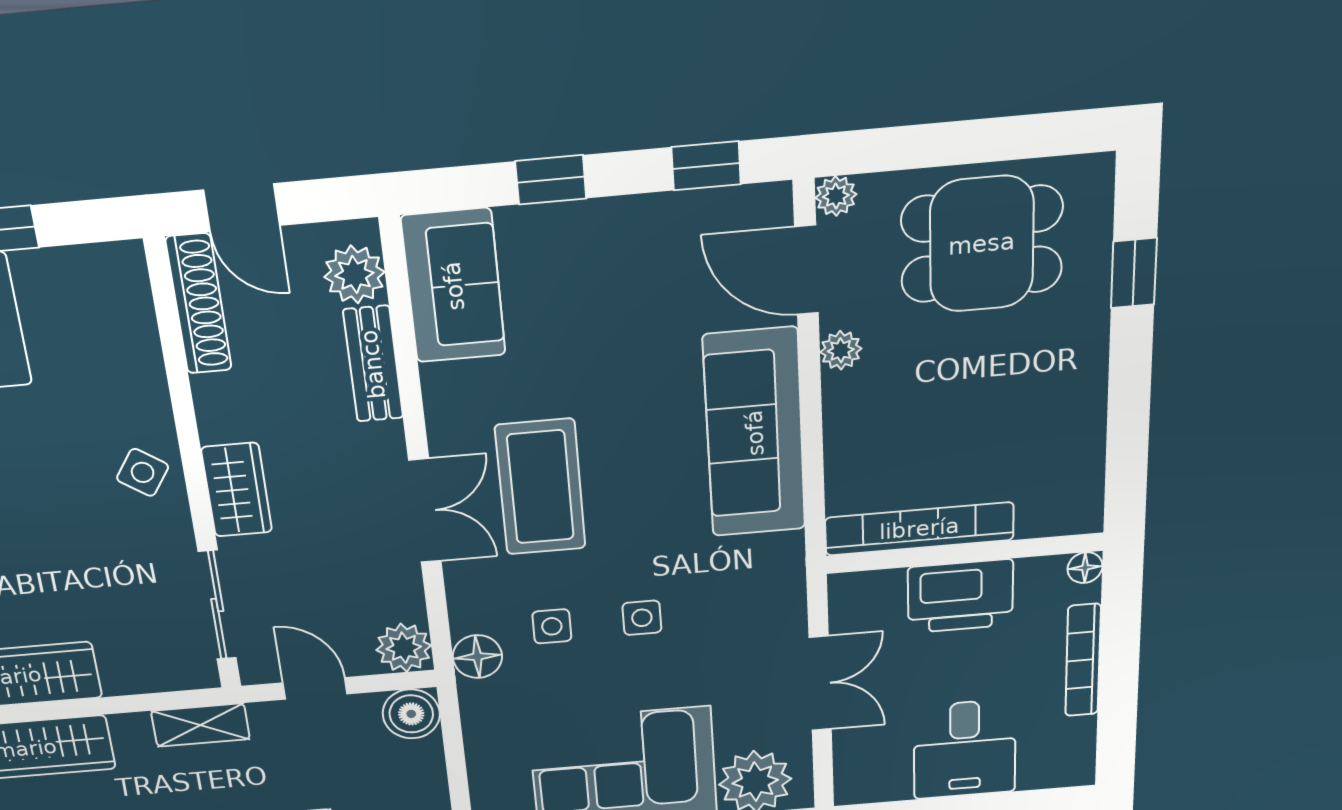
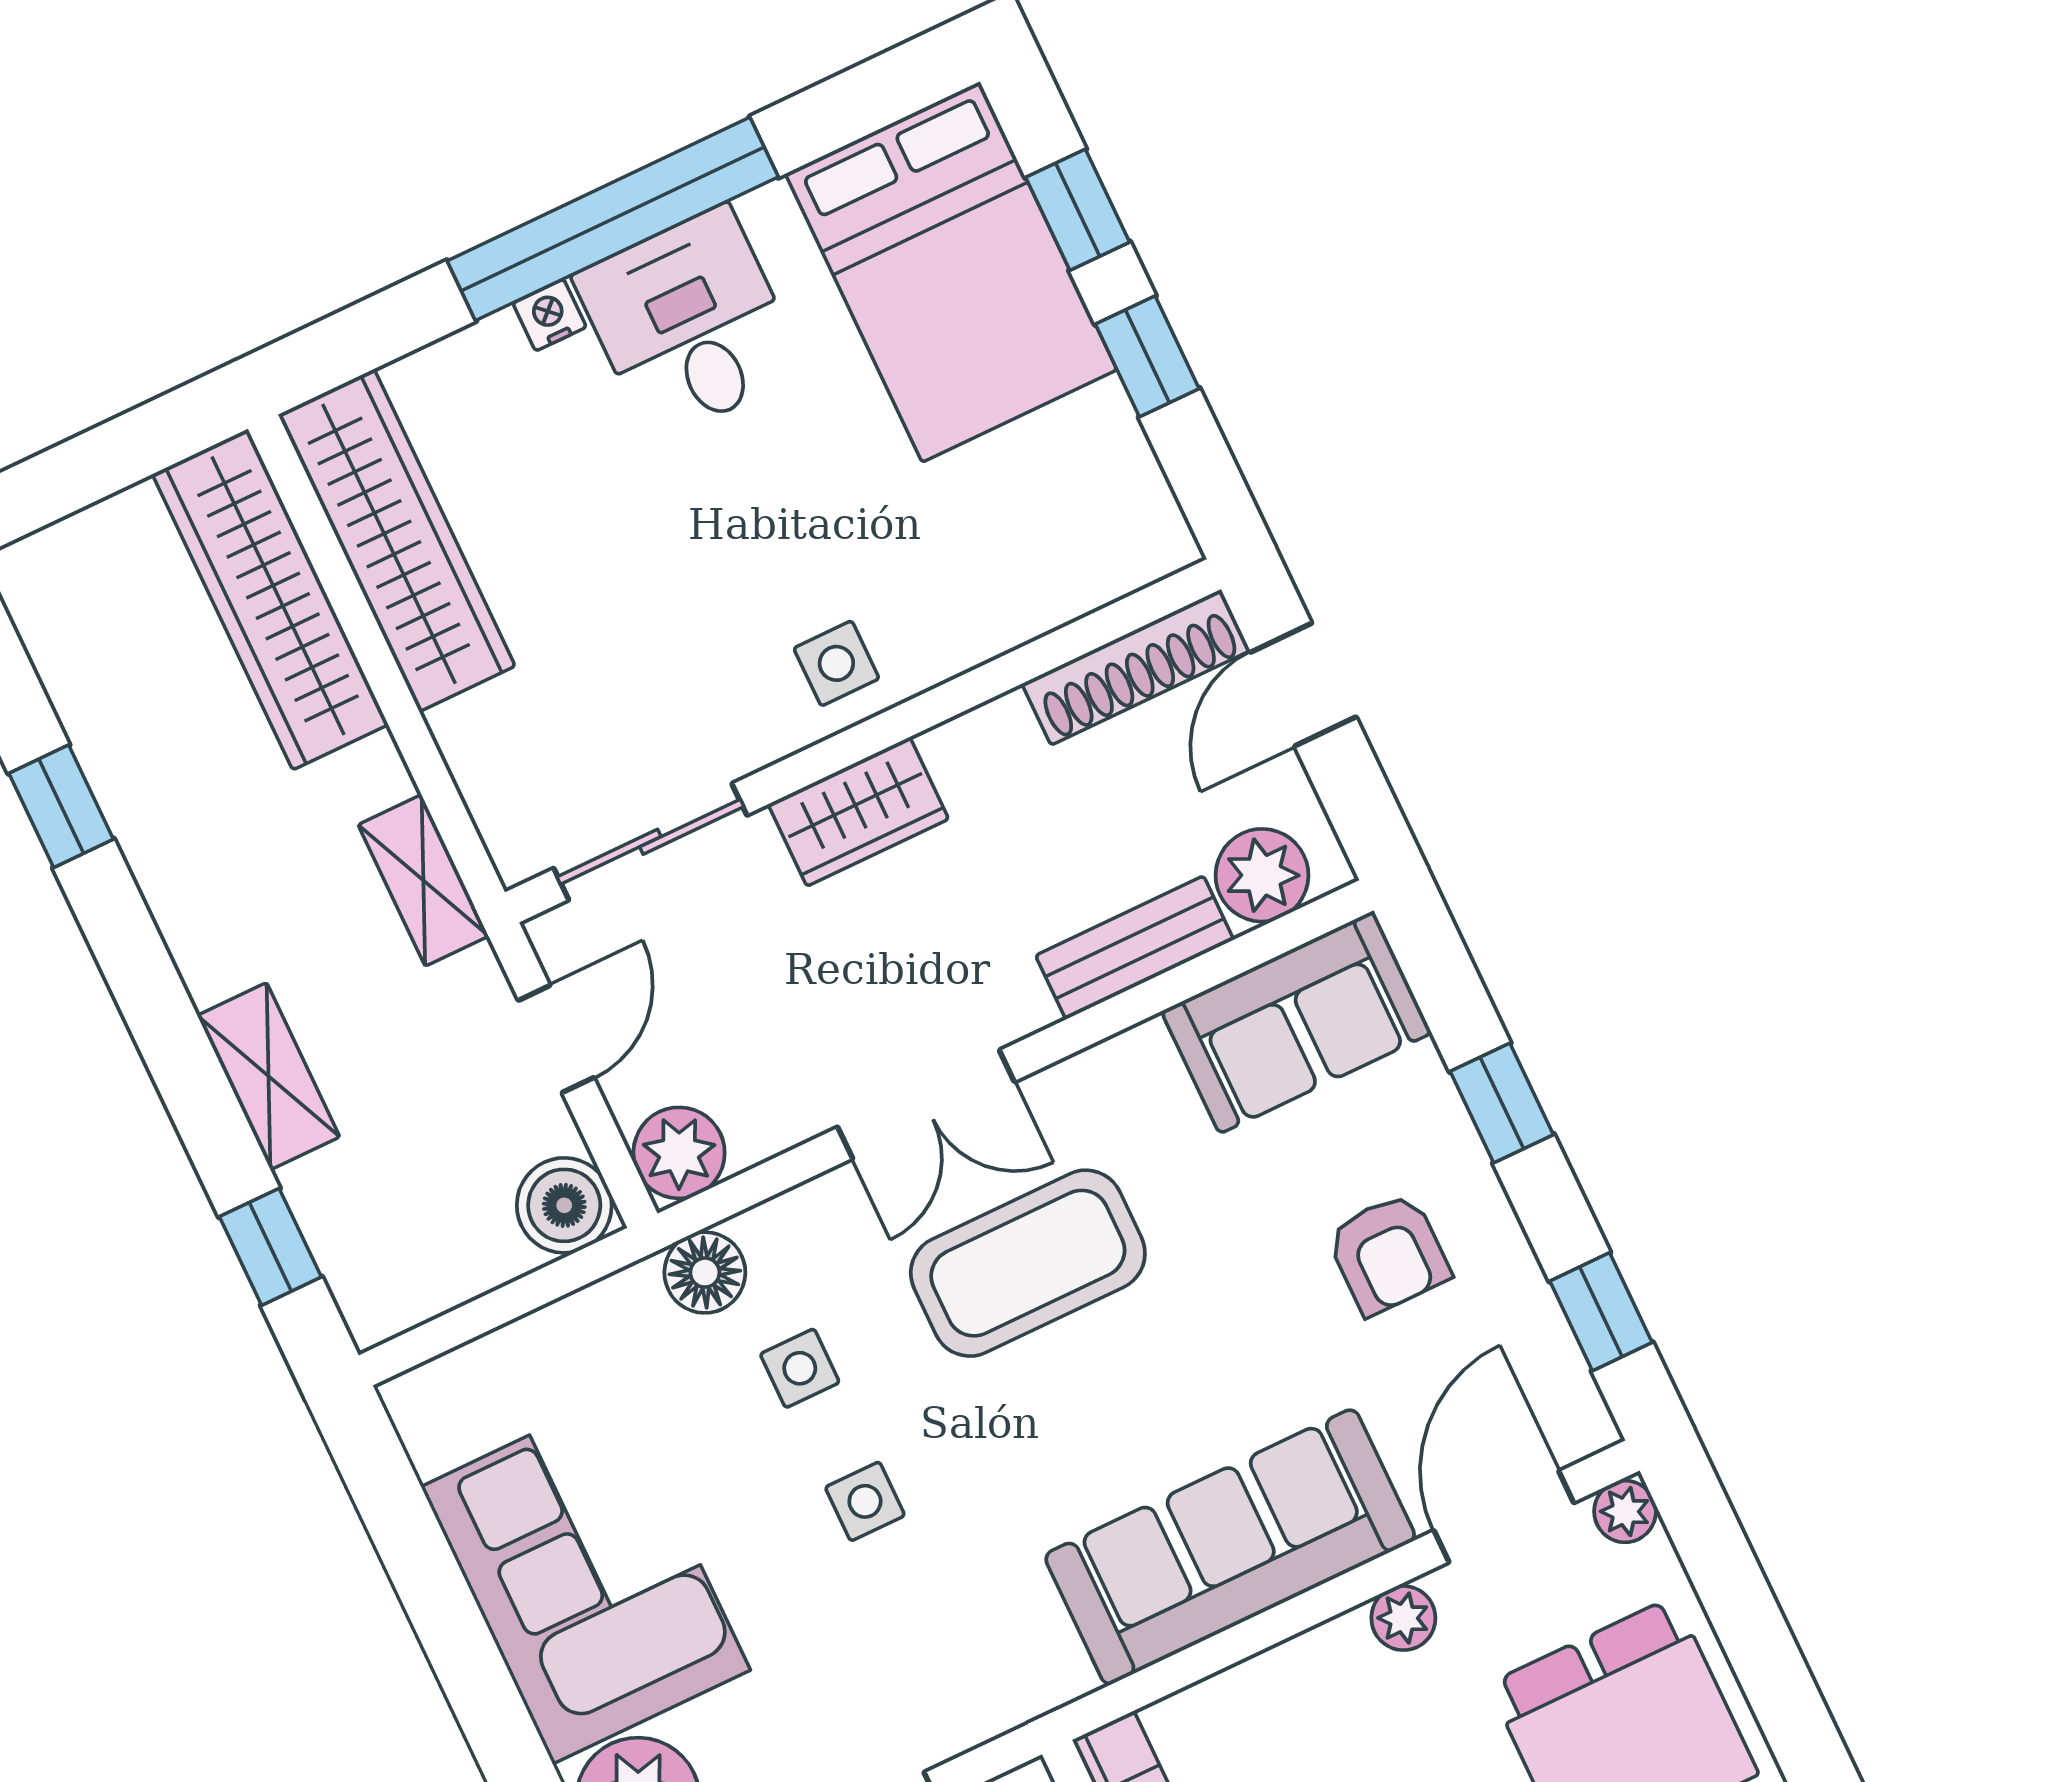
armchair: (617, 282) -> (1388, 1254), added
side table: (143, 472) -> (836, 663), turned -34

